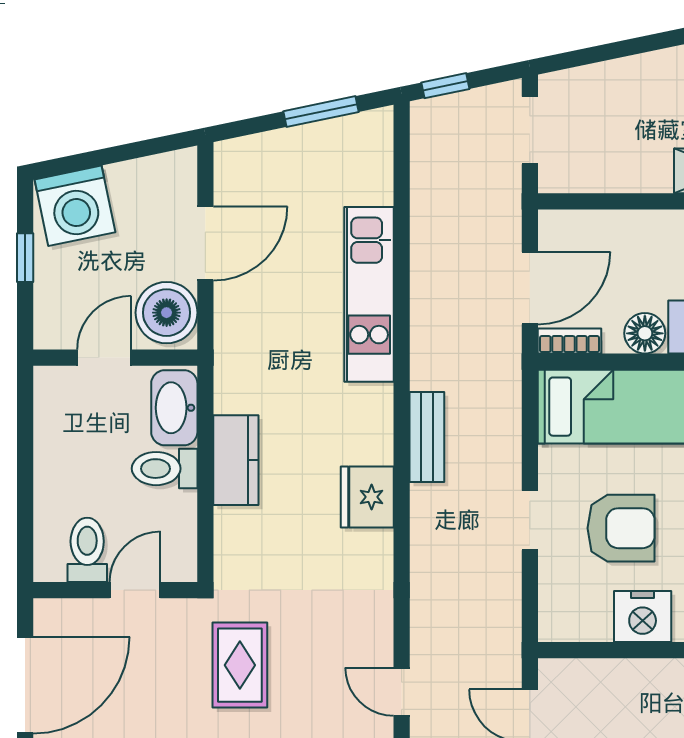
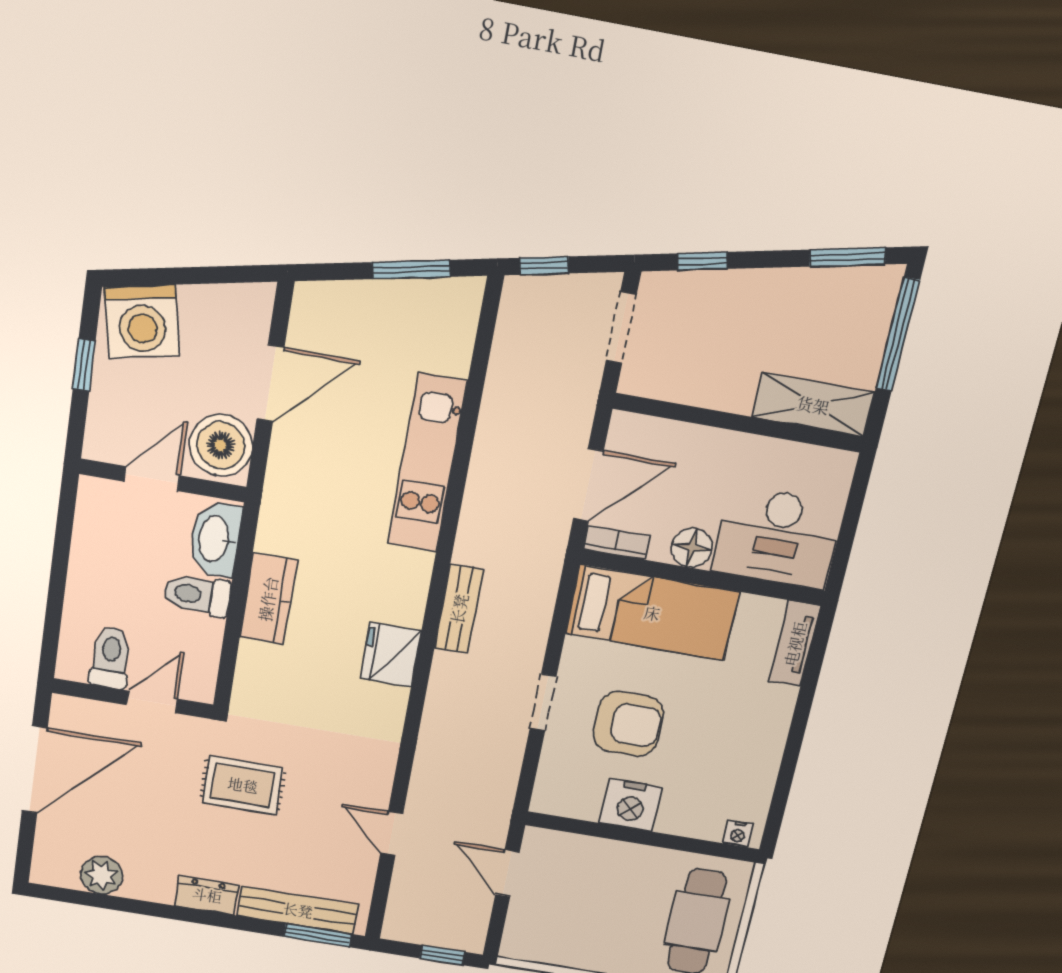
window: (593, 55) -> (702, 261), added
rug: (240, 665) -> (243, 785), turned 90

